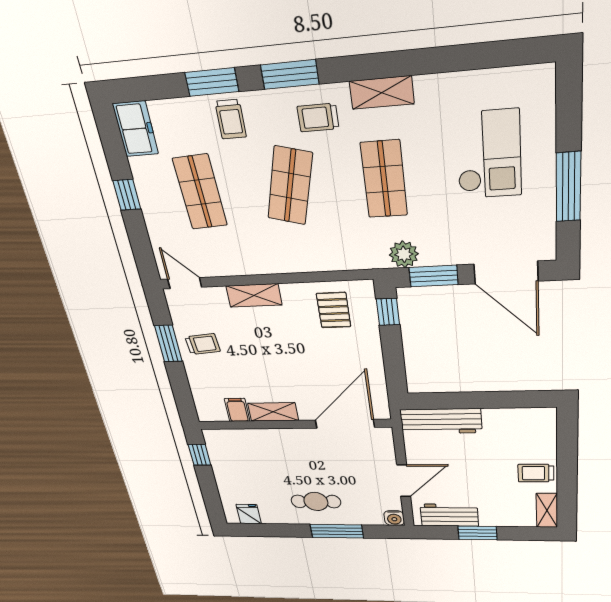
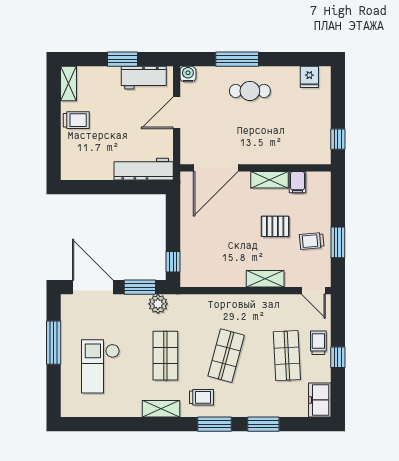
trolley: (231, 119) -> (318, 343), moved
pallet: (334, 310) -> (275, 226), moved, turned 90

